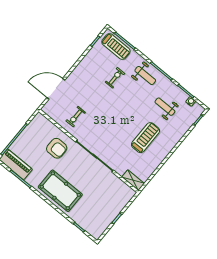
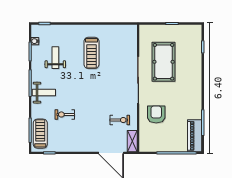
weight bench: (145, 75) -> (44, 93), turned 90
weight bench: (165, 107) -> (55, 58), turned 180
treadmill: (145, 138) -> (91, 53), turned -90
shelving: (133, 180) -> (132, 141), moved
pool table: (60, 191) -> (164, 62), moved

